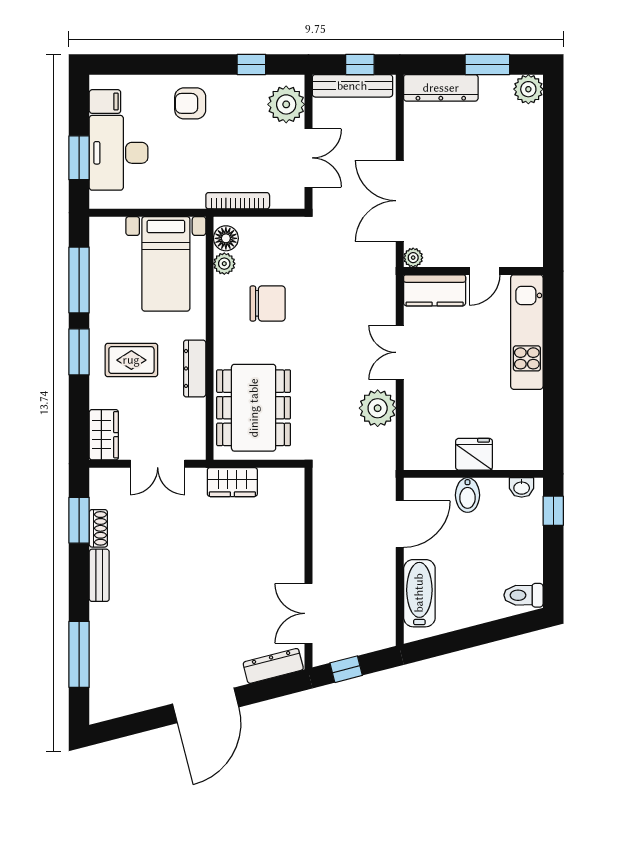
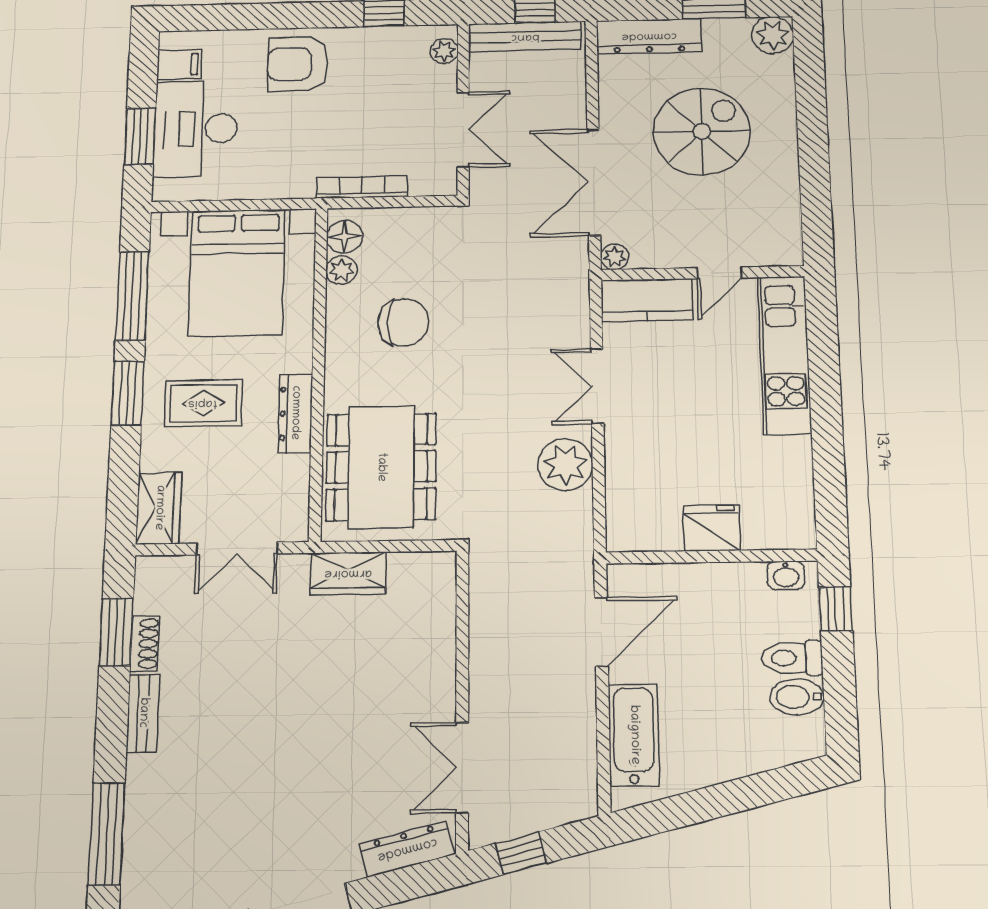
armchair: (190, 103) -> (298, 64), width x1.38, depth x1.38
plant: (286, 104) -> (444, 51), width x0.53, depth x0.53
spiral stairs: (476, 164) -> (702, 131), added
bed with nightstands: (166, 264) -> (237, 272), width x1.36
bidet: (468, 495) -> (797, 697), moved, turned 90
toilet: (523, 595) -> (792, 658), moved

